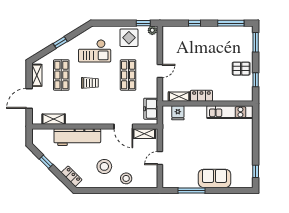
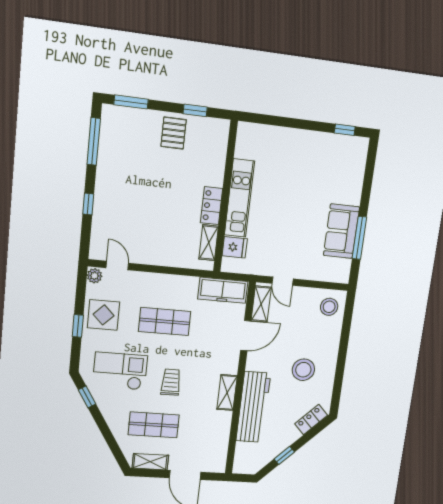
window: (143, 23) -> (78, 326), moved
window: (60, 42) -> (87, 397), moved
checkout: (95, 51) -> (120, 371), turned -90
door: (160, 71) -> (117, 265), moved
freezer: (151, 109) -> (223, 290), width x1.40
kitchen unit: (230, 112) -> (239, 198), moved
shelving: (54, 119) -> (227, 393), moved
door: (160, 158) -> (283, 281), moved
stool: (126, 178) -> (329, 307), moved
sofa: (214, 178) -> (341, 231), moved

